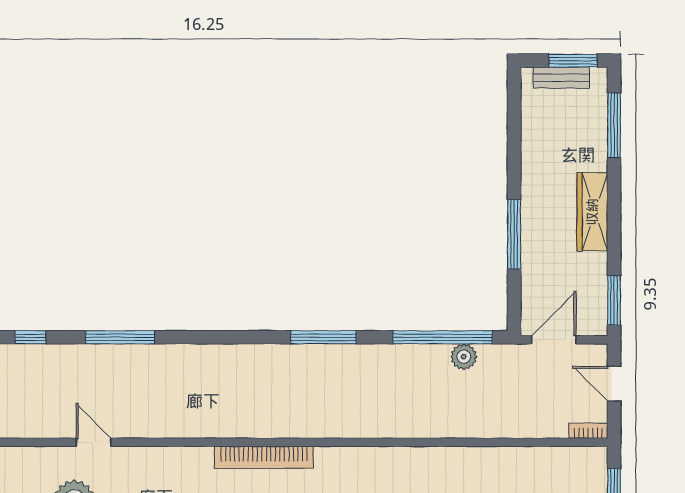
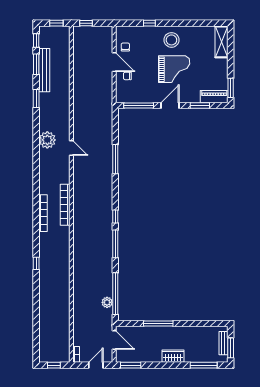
wardrobe: (592, 212) -> (173, 356), width x0.67
window: (30, 337) -> (115, 216), moved
door: (94, 442) -> (71, 148), hinge flipped
bookcase: (264, 457) -> (65, 205), moved

